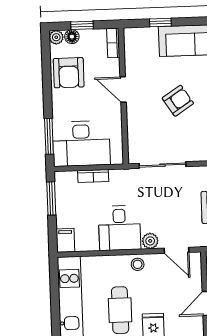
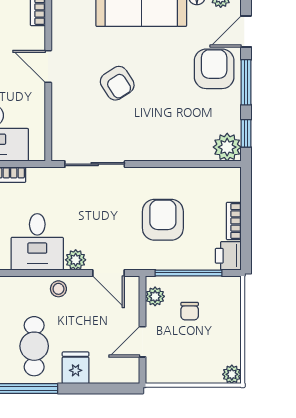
armchair: (178, 101) -> (117, 83), turned 90

